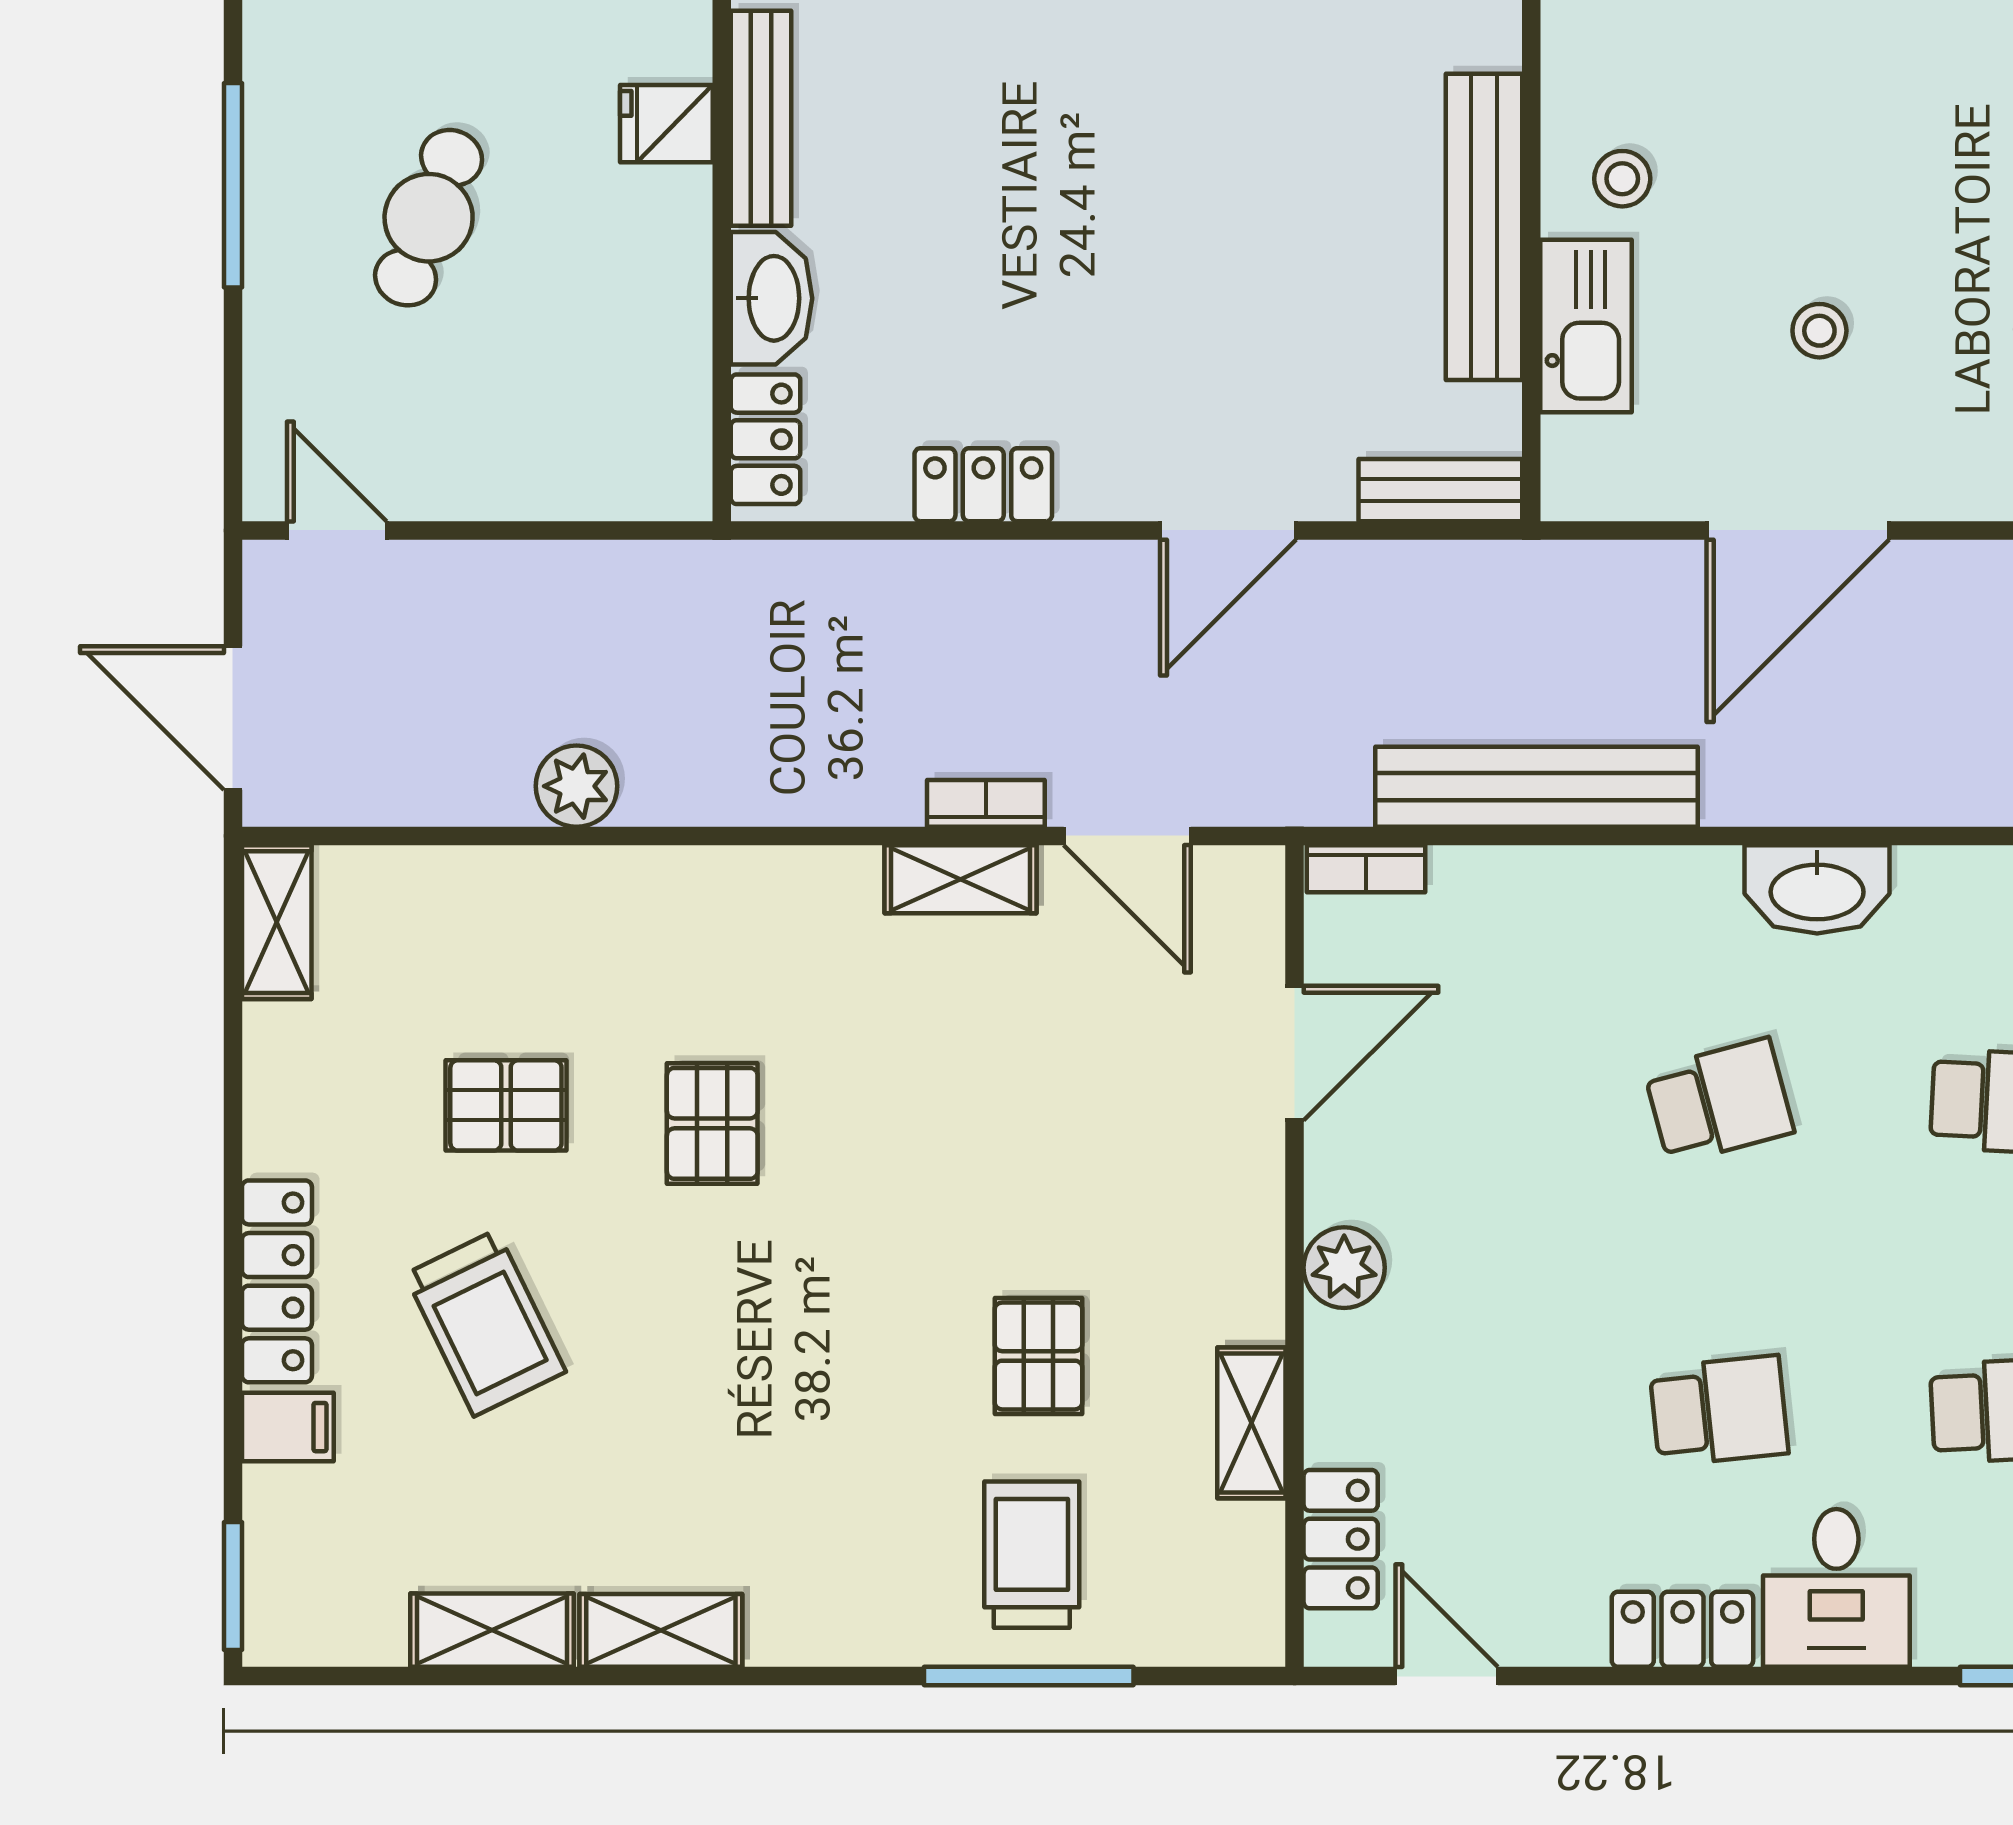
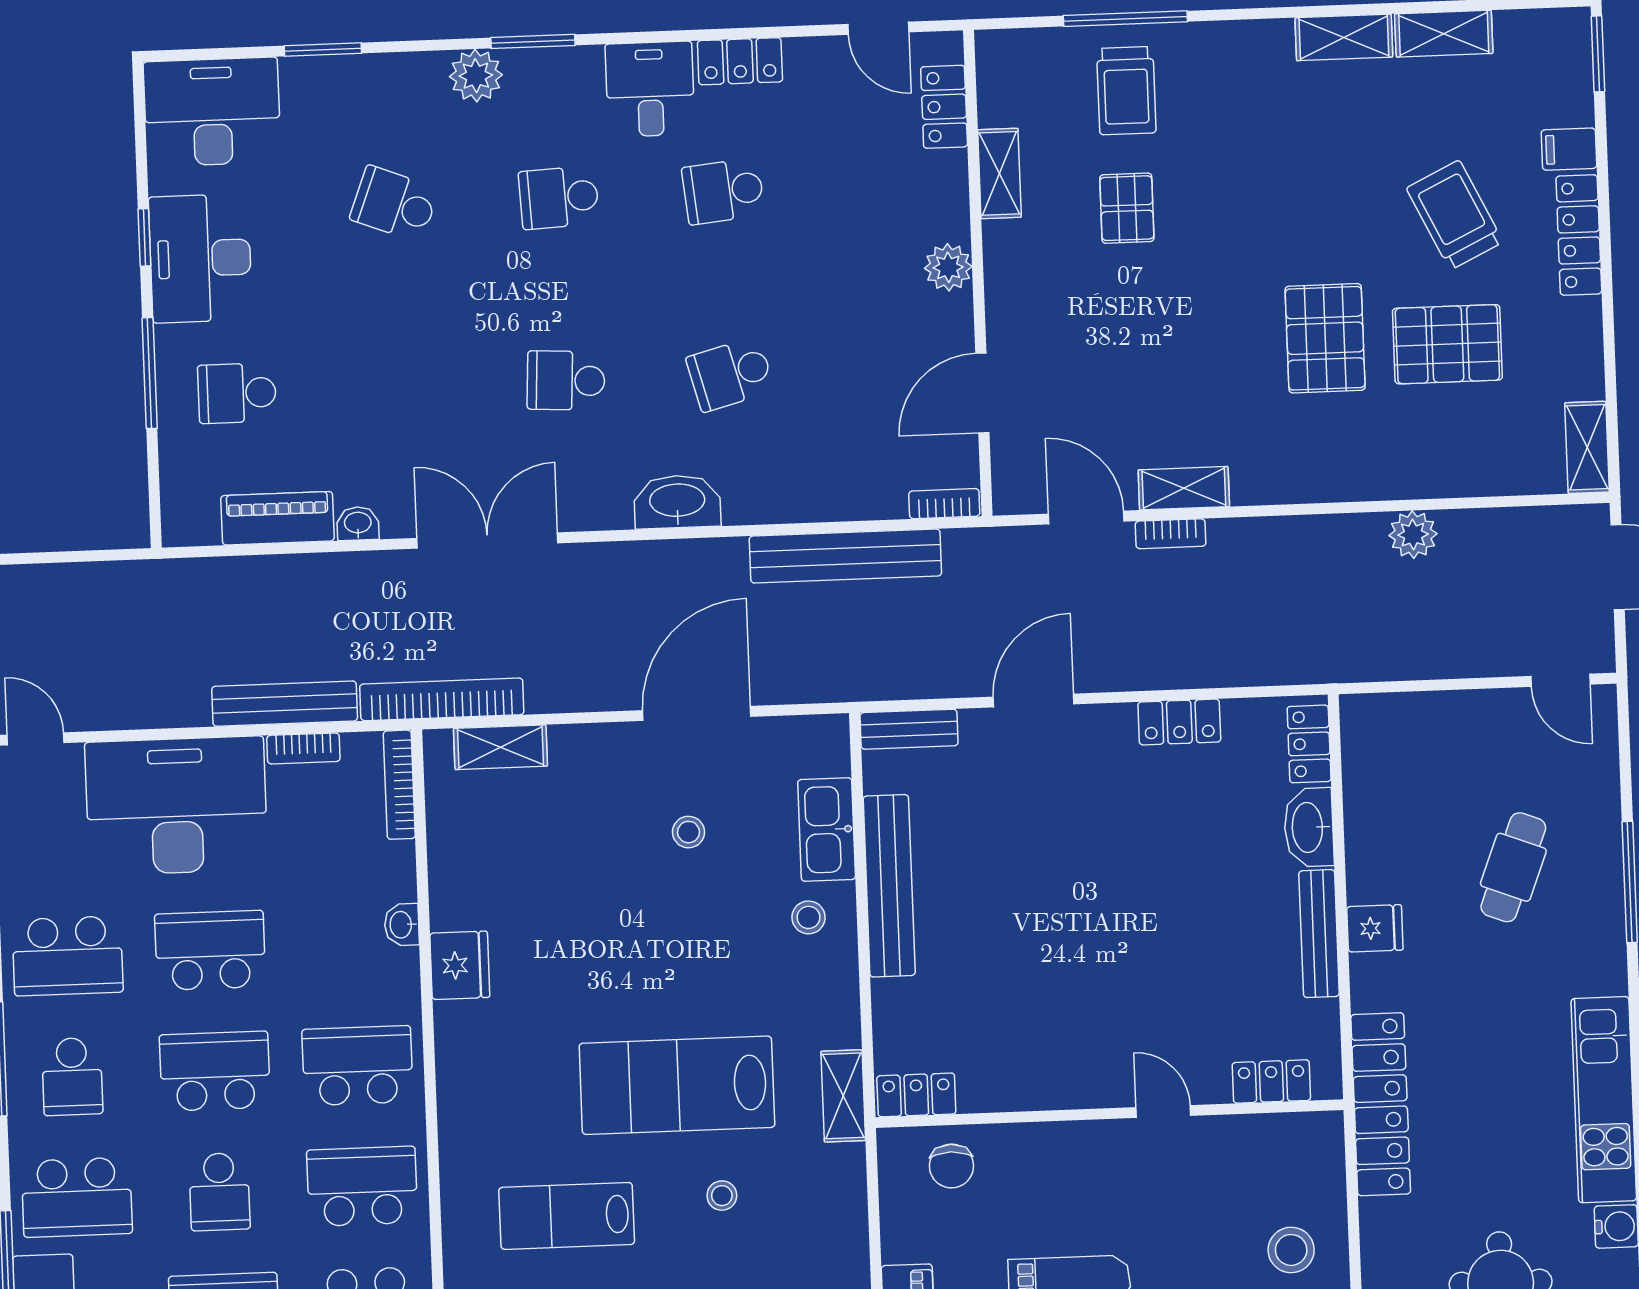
pallet: (506, 1105) -> (1447, 344), width x1.50, depth x1.42
pallet: (712, 1123) -> (1325, 338), width x1.50, depth x1.42

